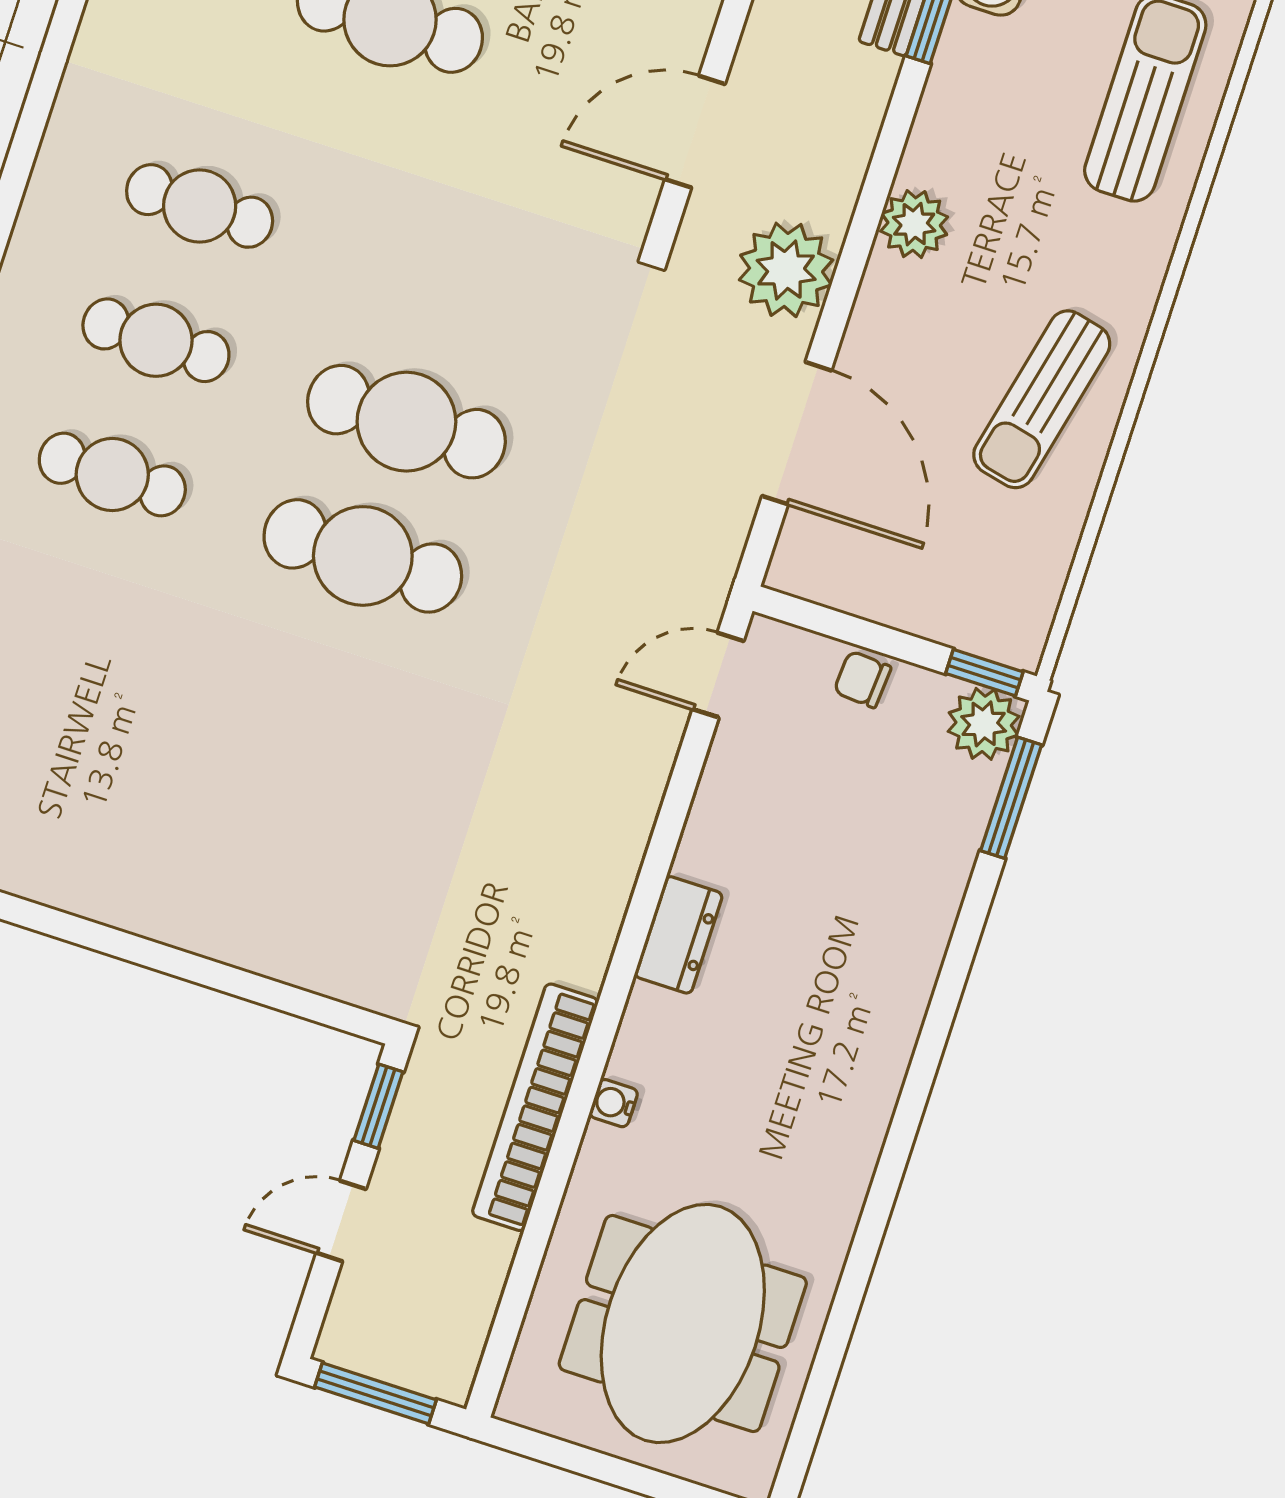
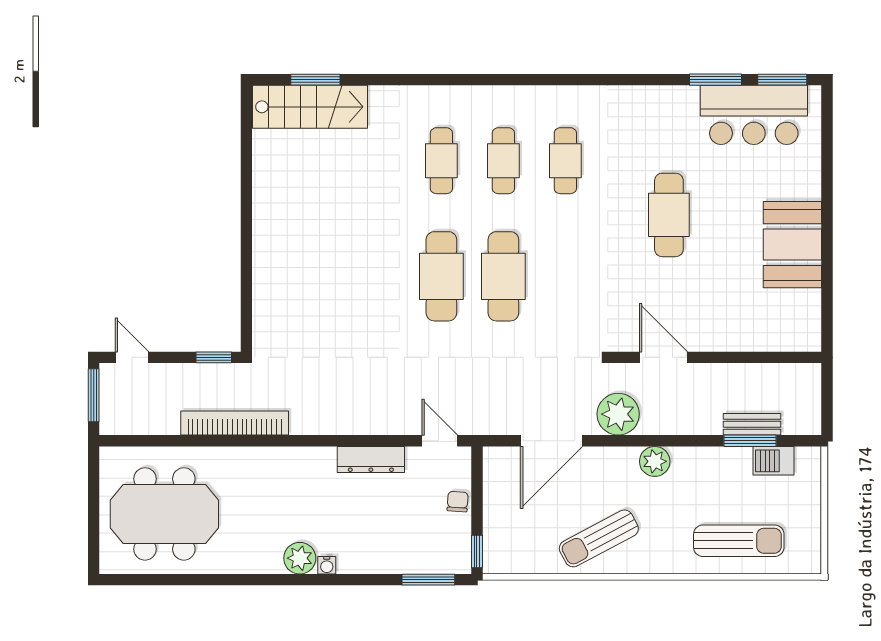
sun lounger: (1042, 399) -> (599, 538), turned -41
plant: (984, 724) -> (300, 558), moved
dresser: (679, 935) -> (371, 459), moved, width x1.44
water cooler: (614, 1103) -> (327, 565), moved, turned 180
door: (341, 1221) -> (132, 357), moved

